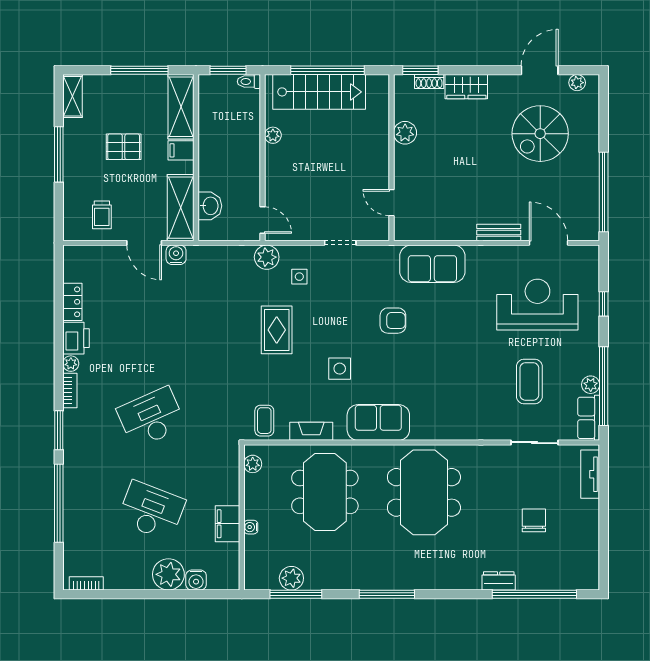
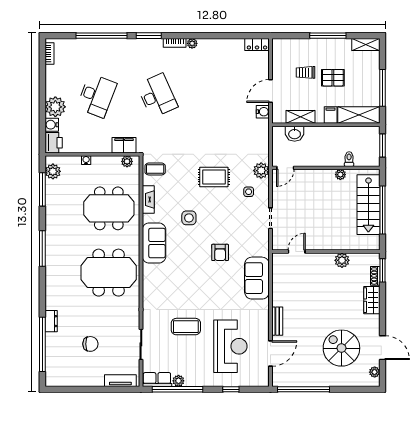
toilet: (249, 82) -> (349, 159), moved
pallet: (124, 147) -> (333, 78), turned 90
shelving: (181, 208) -> (301, 117), width x0.67, depth x0.75
trolley: (102, 215) -> (305, 72), moved
locker: (72, 302) -> (257, 44), moved
printer: (76, 338) -> (54, 143), moved, turned -90
coffee table: (529, 381) -> (186, 327), moved
filing cabinet: (228, 524) -> (124, 145), moved
plant: (291, 578) -> (53, 171), moved

